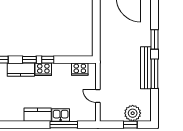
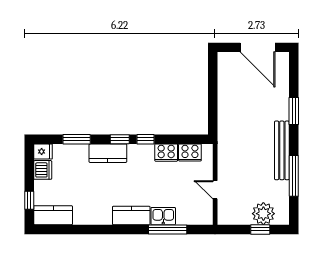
cooker: (43, 69) -> (166, 153), moved
window: (155, 74) -> (294, 176), moved

